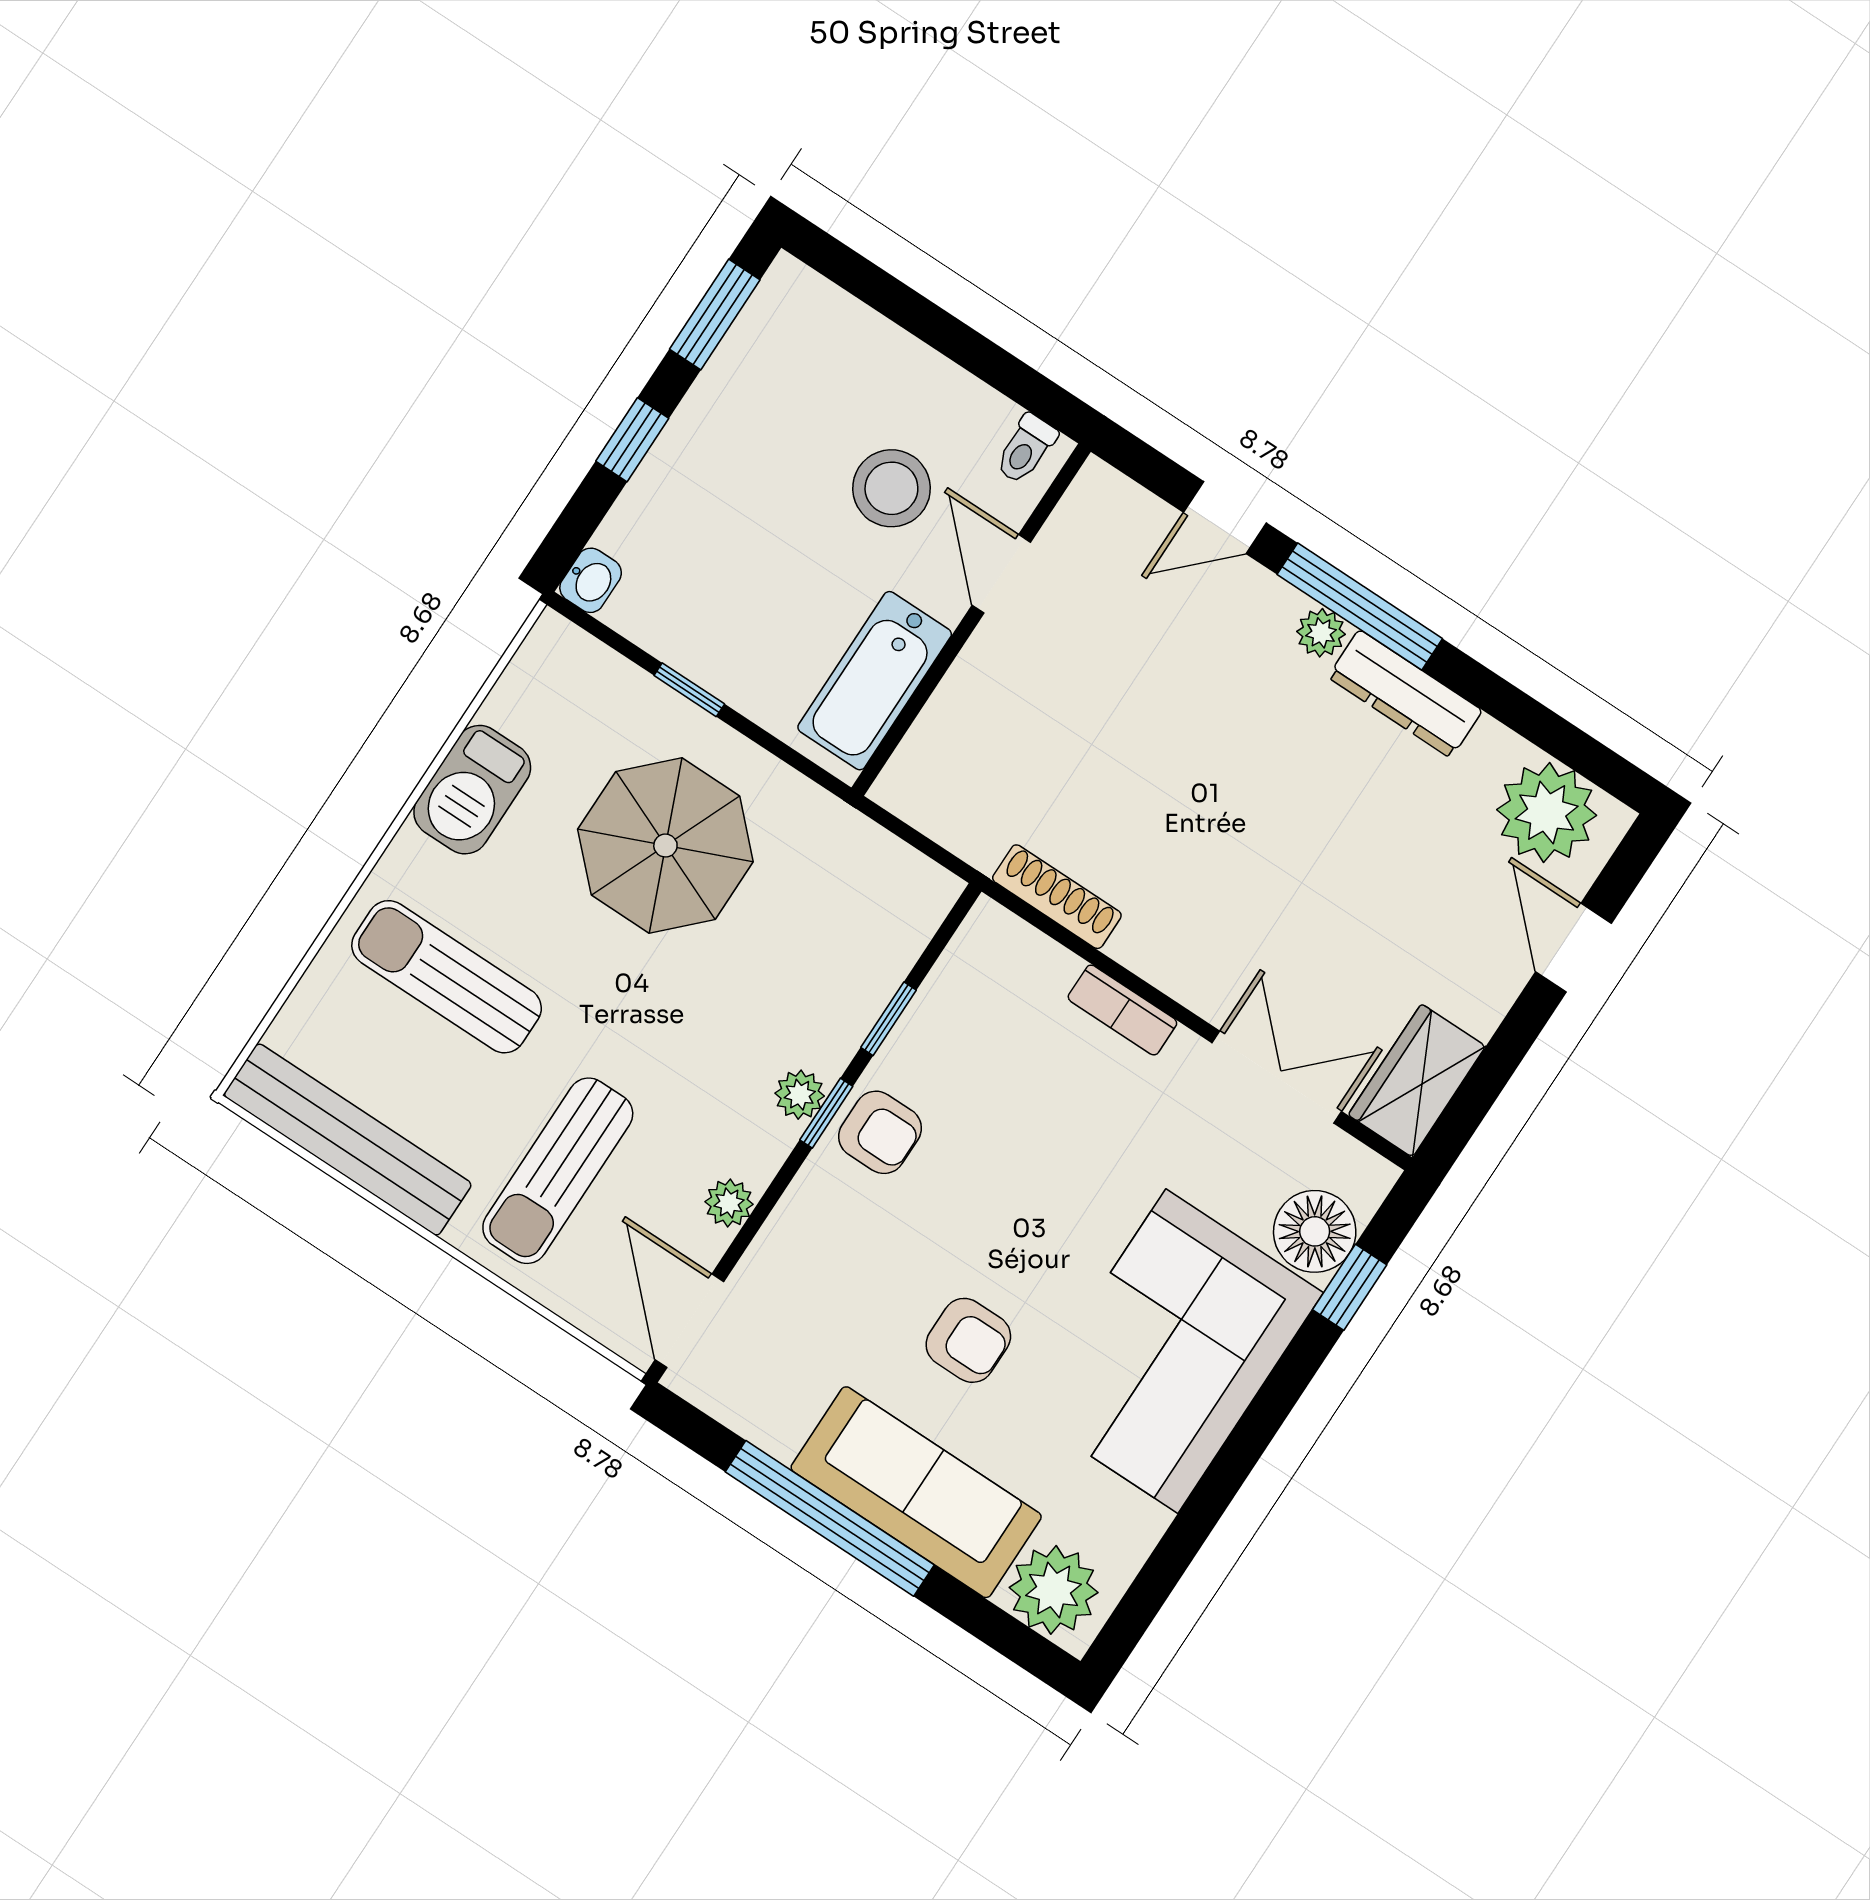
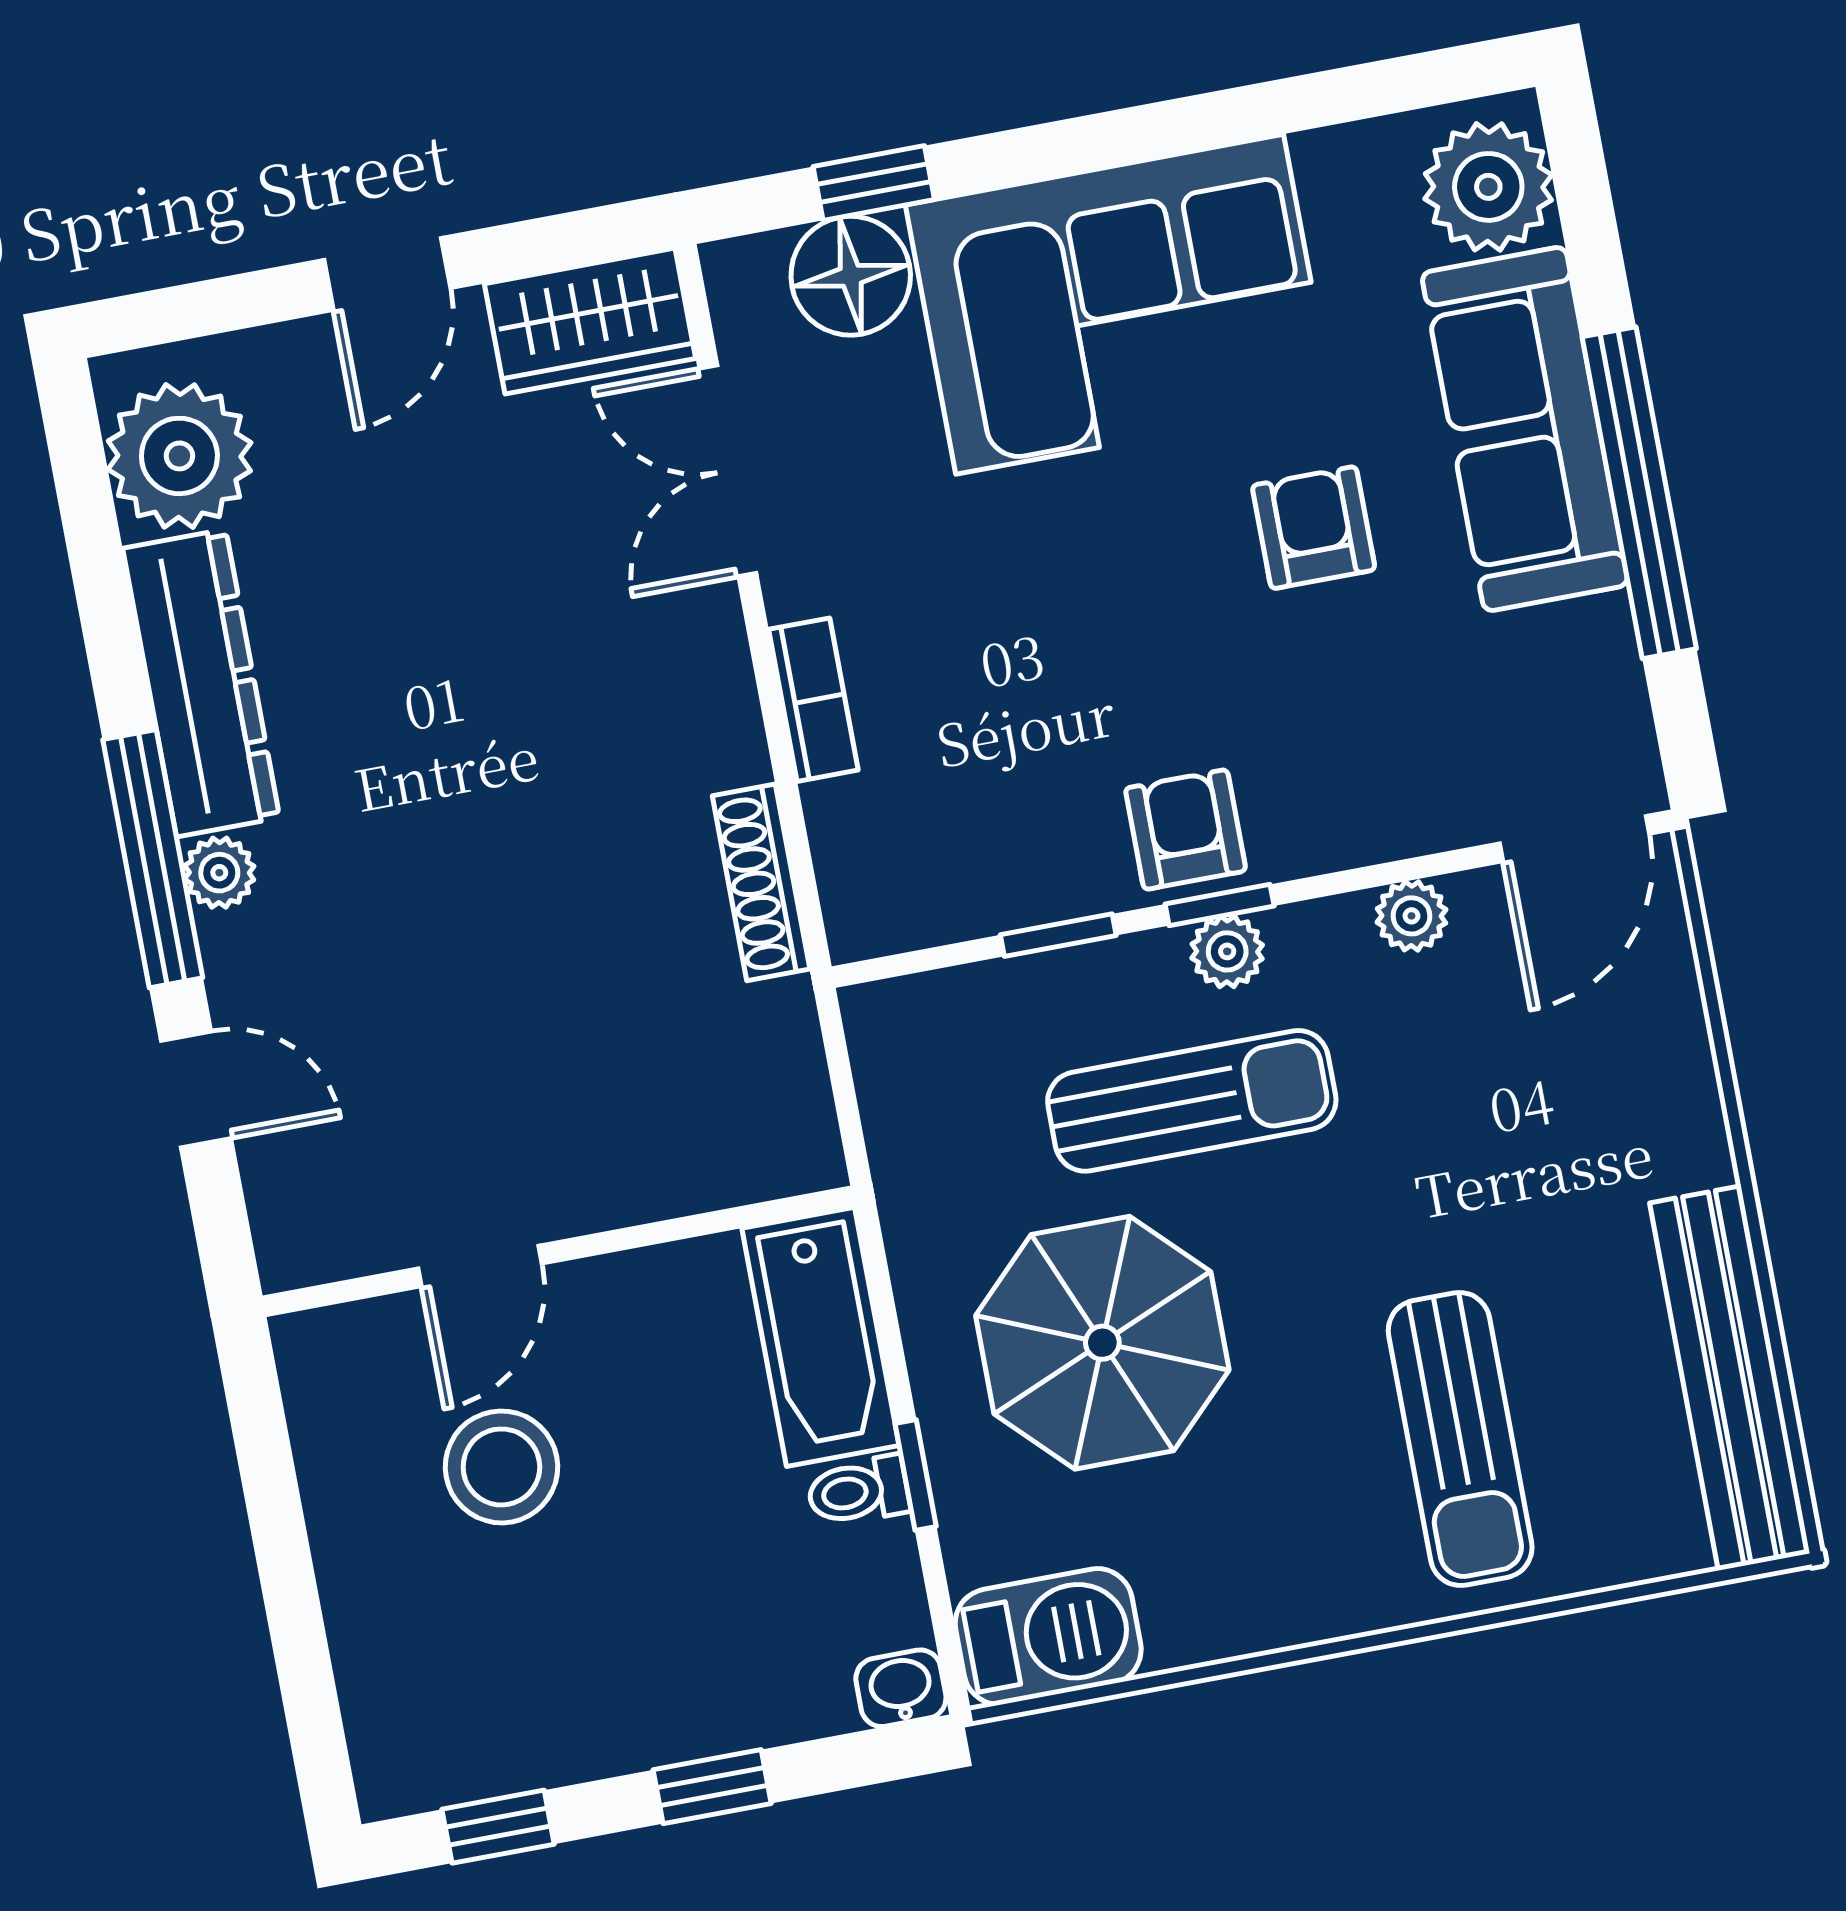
window: (715, 314) -> (498, 1827), width x0.67
toilet: (1026, 449) -> (858, 1491), moved, turned 180
bathtub: (875, 681) -> (821, 1337), moved, turned 90
dresser: (1405, 694) -> (201, 683), width x1.37, depth x1.24
barbecue: (472, 790) -> (1048, 1636), moved
door: (1574, 948) -> (387, 274), moved
sun lounger: (558, 1171) -> (1192, 1101), moved

